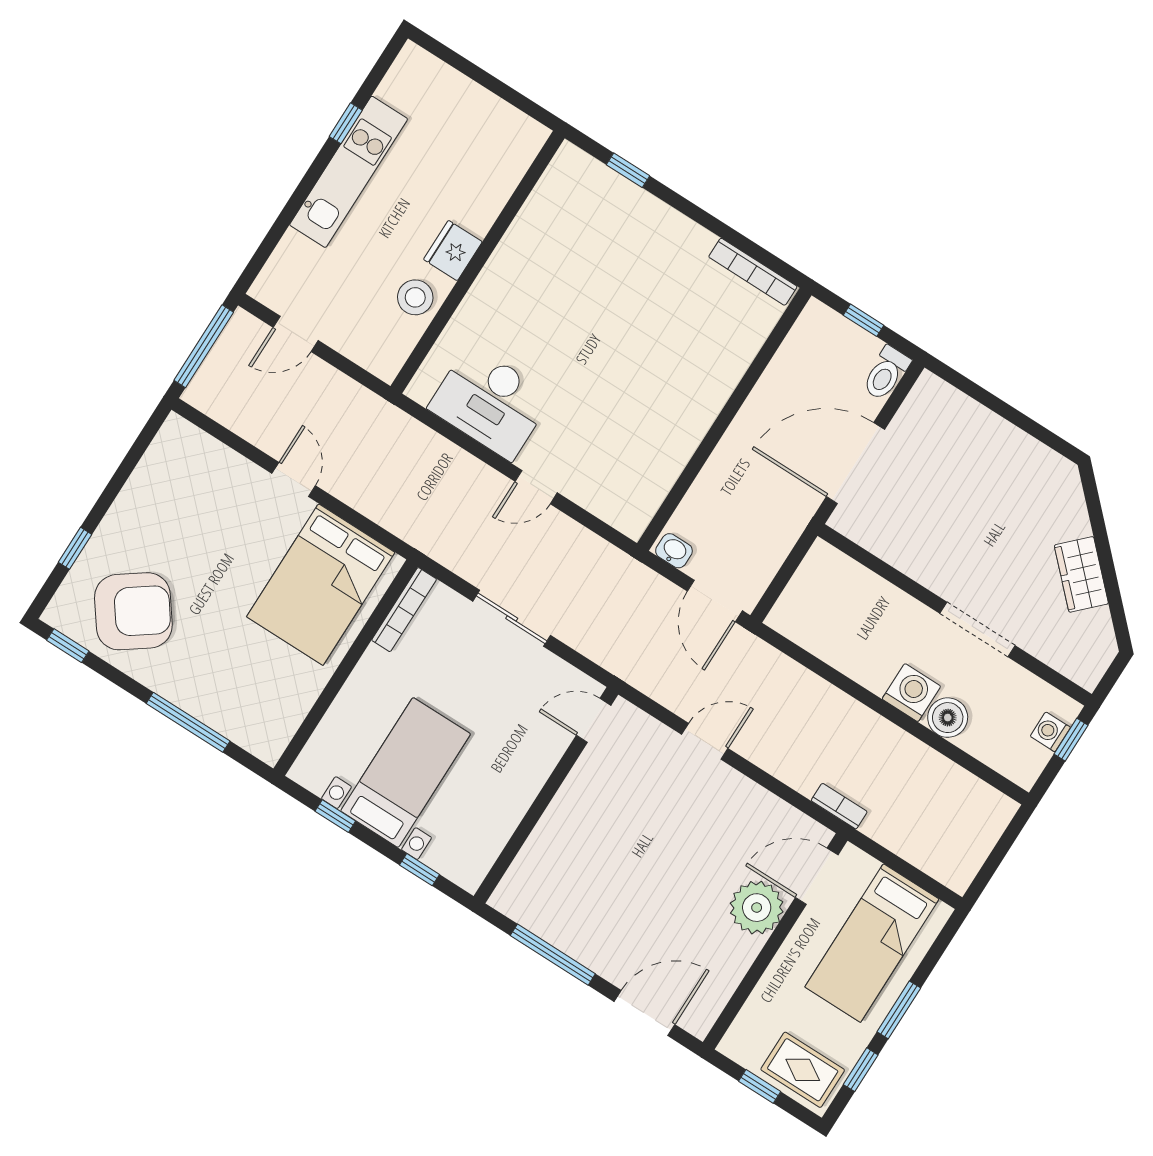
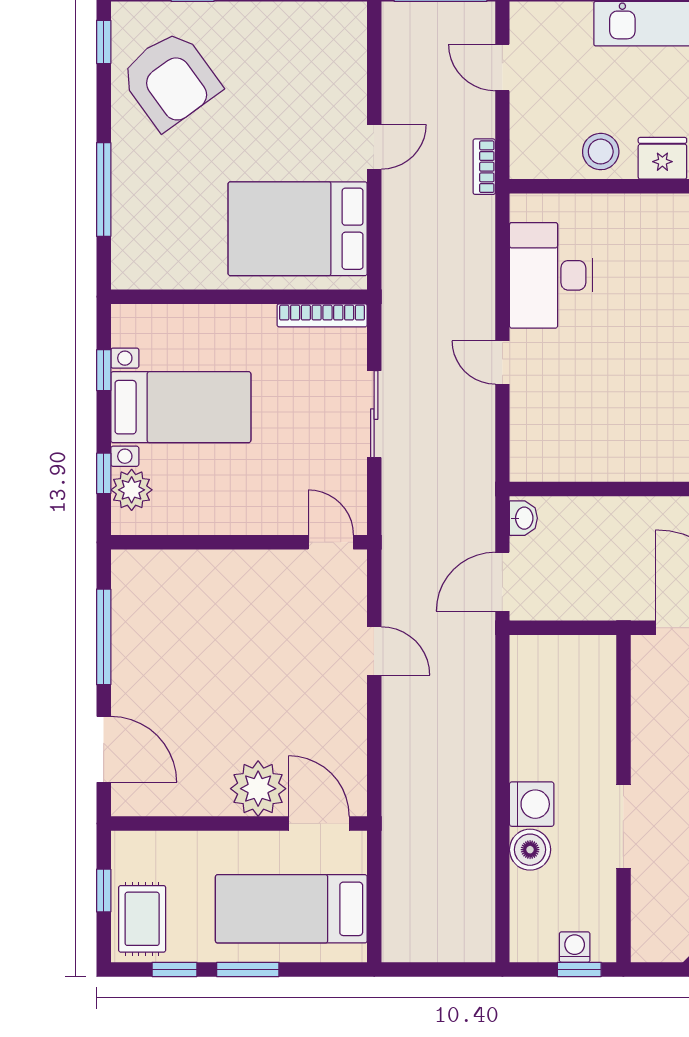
bookcase: (839, 806) -> (484, 167), moved, turned 180
plant: (447, 856) -> (132, 490), added

